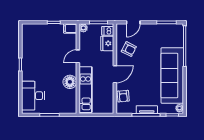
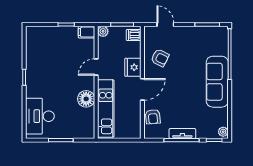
door: (133, 22) -> (165, 24), swing flipped
fridge: (107, 43) -> (133, 67), moved
sofa: (172, 75) -> (217, 82), width x0.74, depth x0.79

